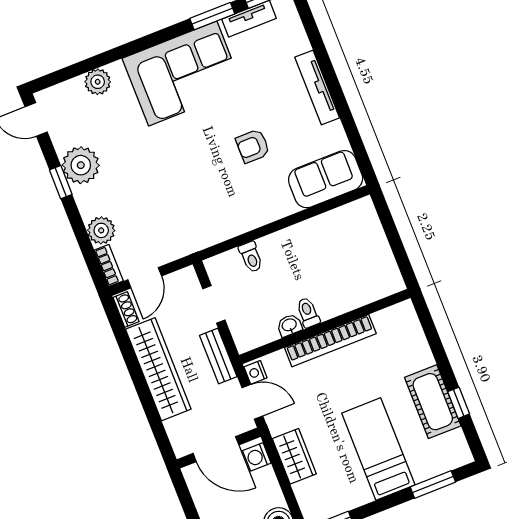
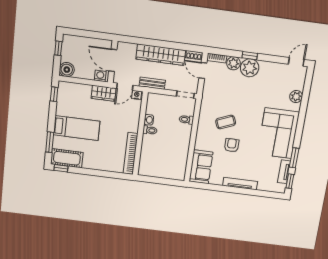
plant: (81, 165) -> (250, 68), moved
window: (61, 182) -> (250, 56), moved
coffee table: (216, 182) -> (226, 122), added
doorway: (214, 304) -> (185, 95), moved
bookcase: (330, 341) -> (131, 154), moved
cot: (433, 402) -> (67, 158), moved
window: (459, 403) -> (61, 168), moved
door: (216, 449) -> (113, 60), hinge flipped
wardrobe: (294, 456) -> (104, 93), moved

